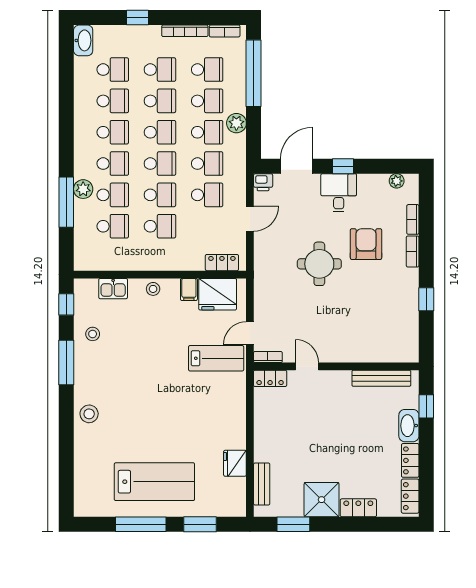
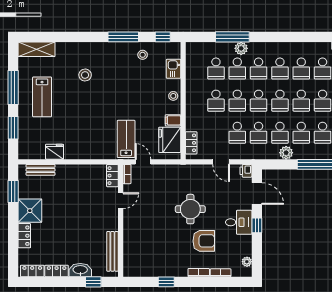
lab bench: (216, 358) -> (126, 139), turned 180
stool: (89, 414) -> (85, 75), moved
lab bench: (154, 482) -> (42, 97), width x0.73, depth x0.72
shelving: (84, 490) -> (36, 49), added

